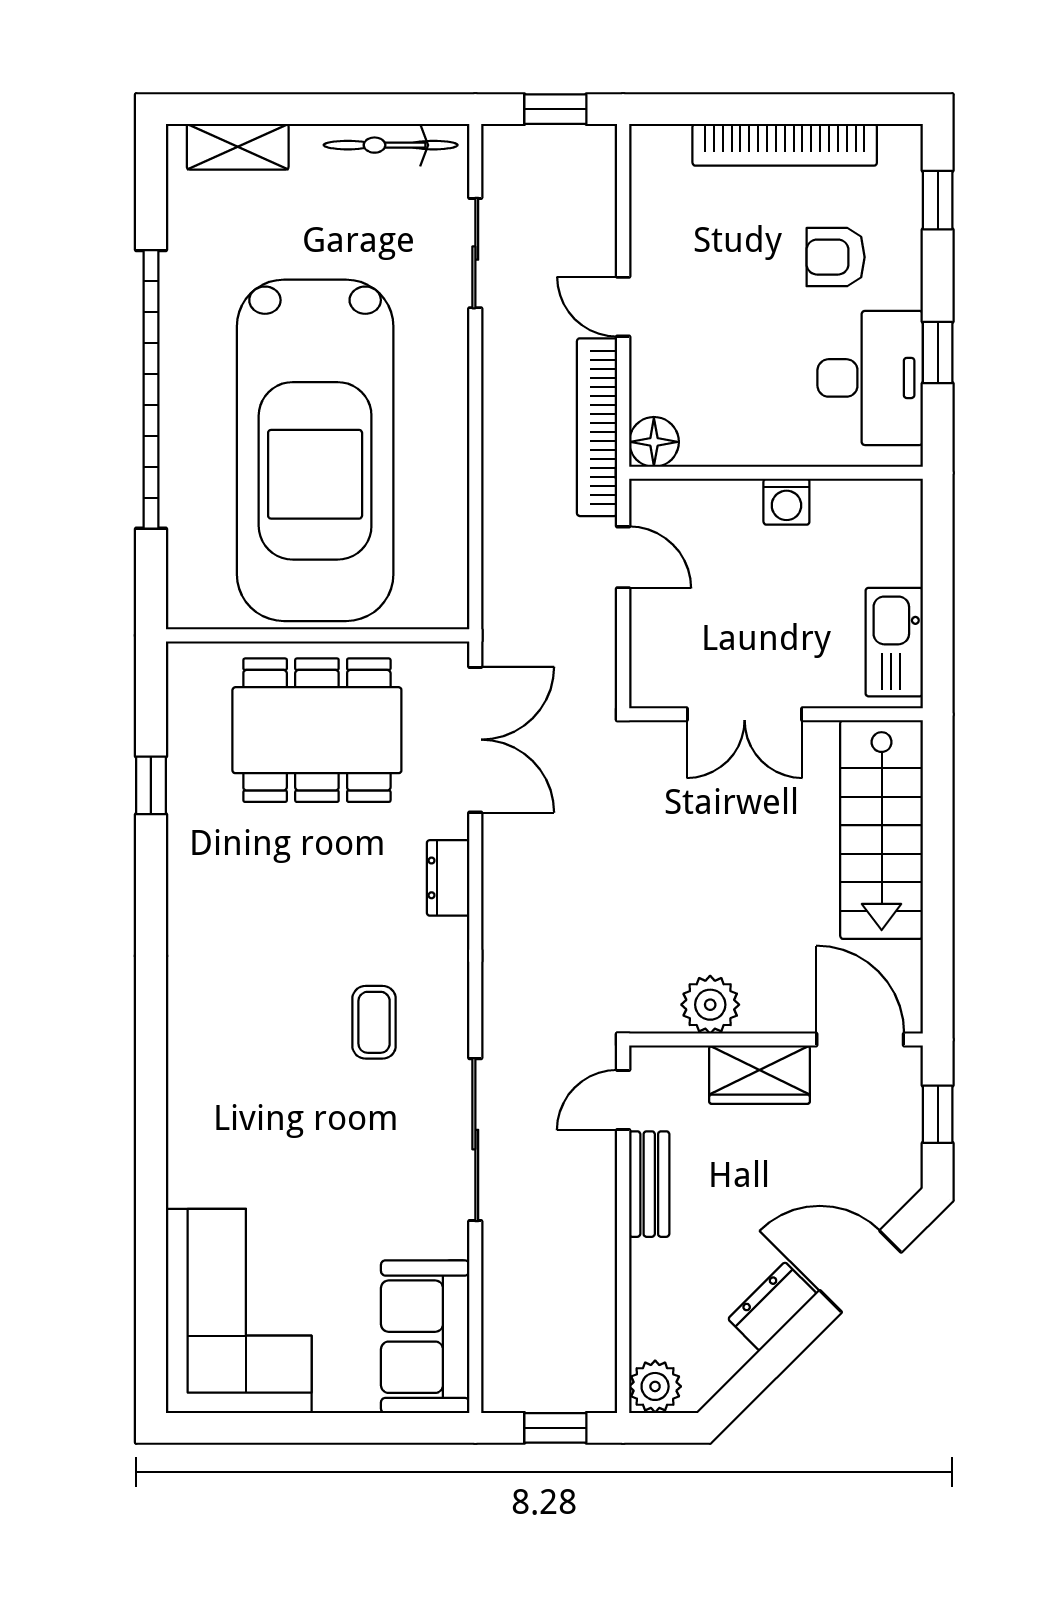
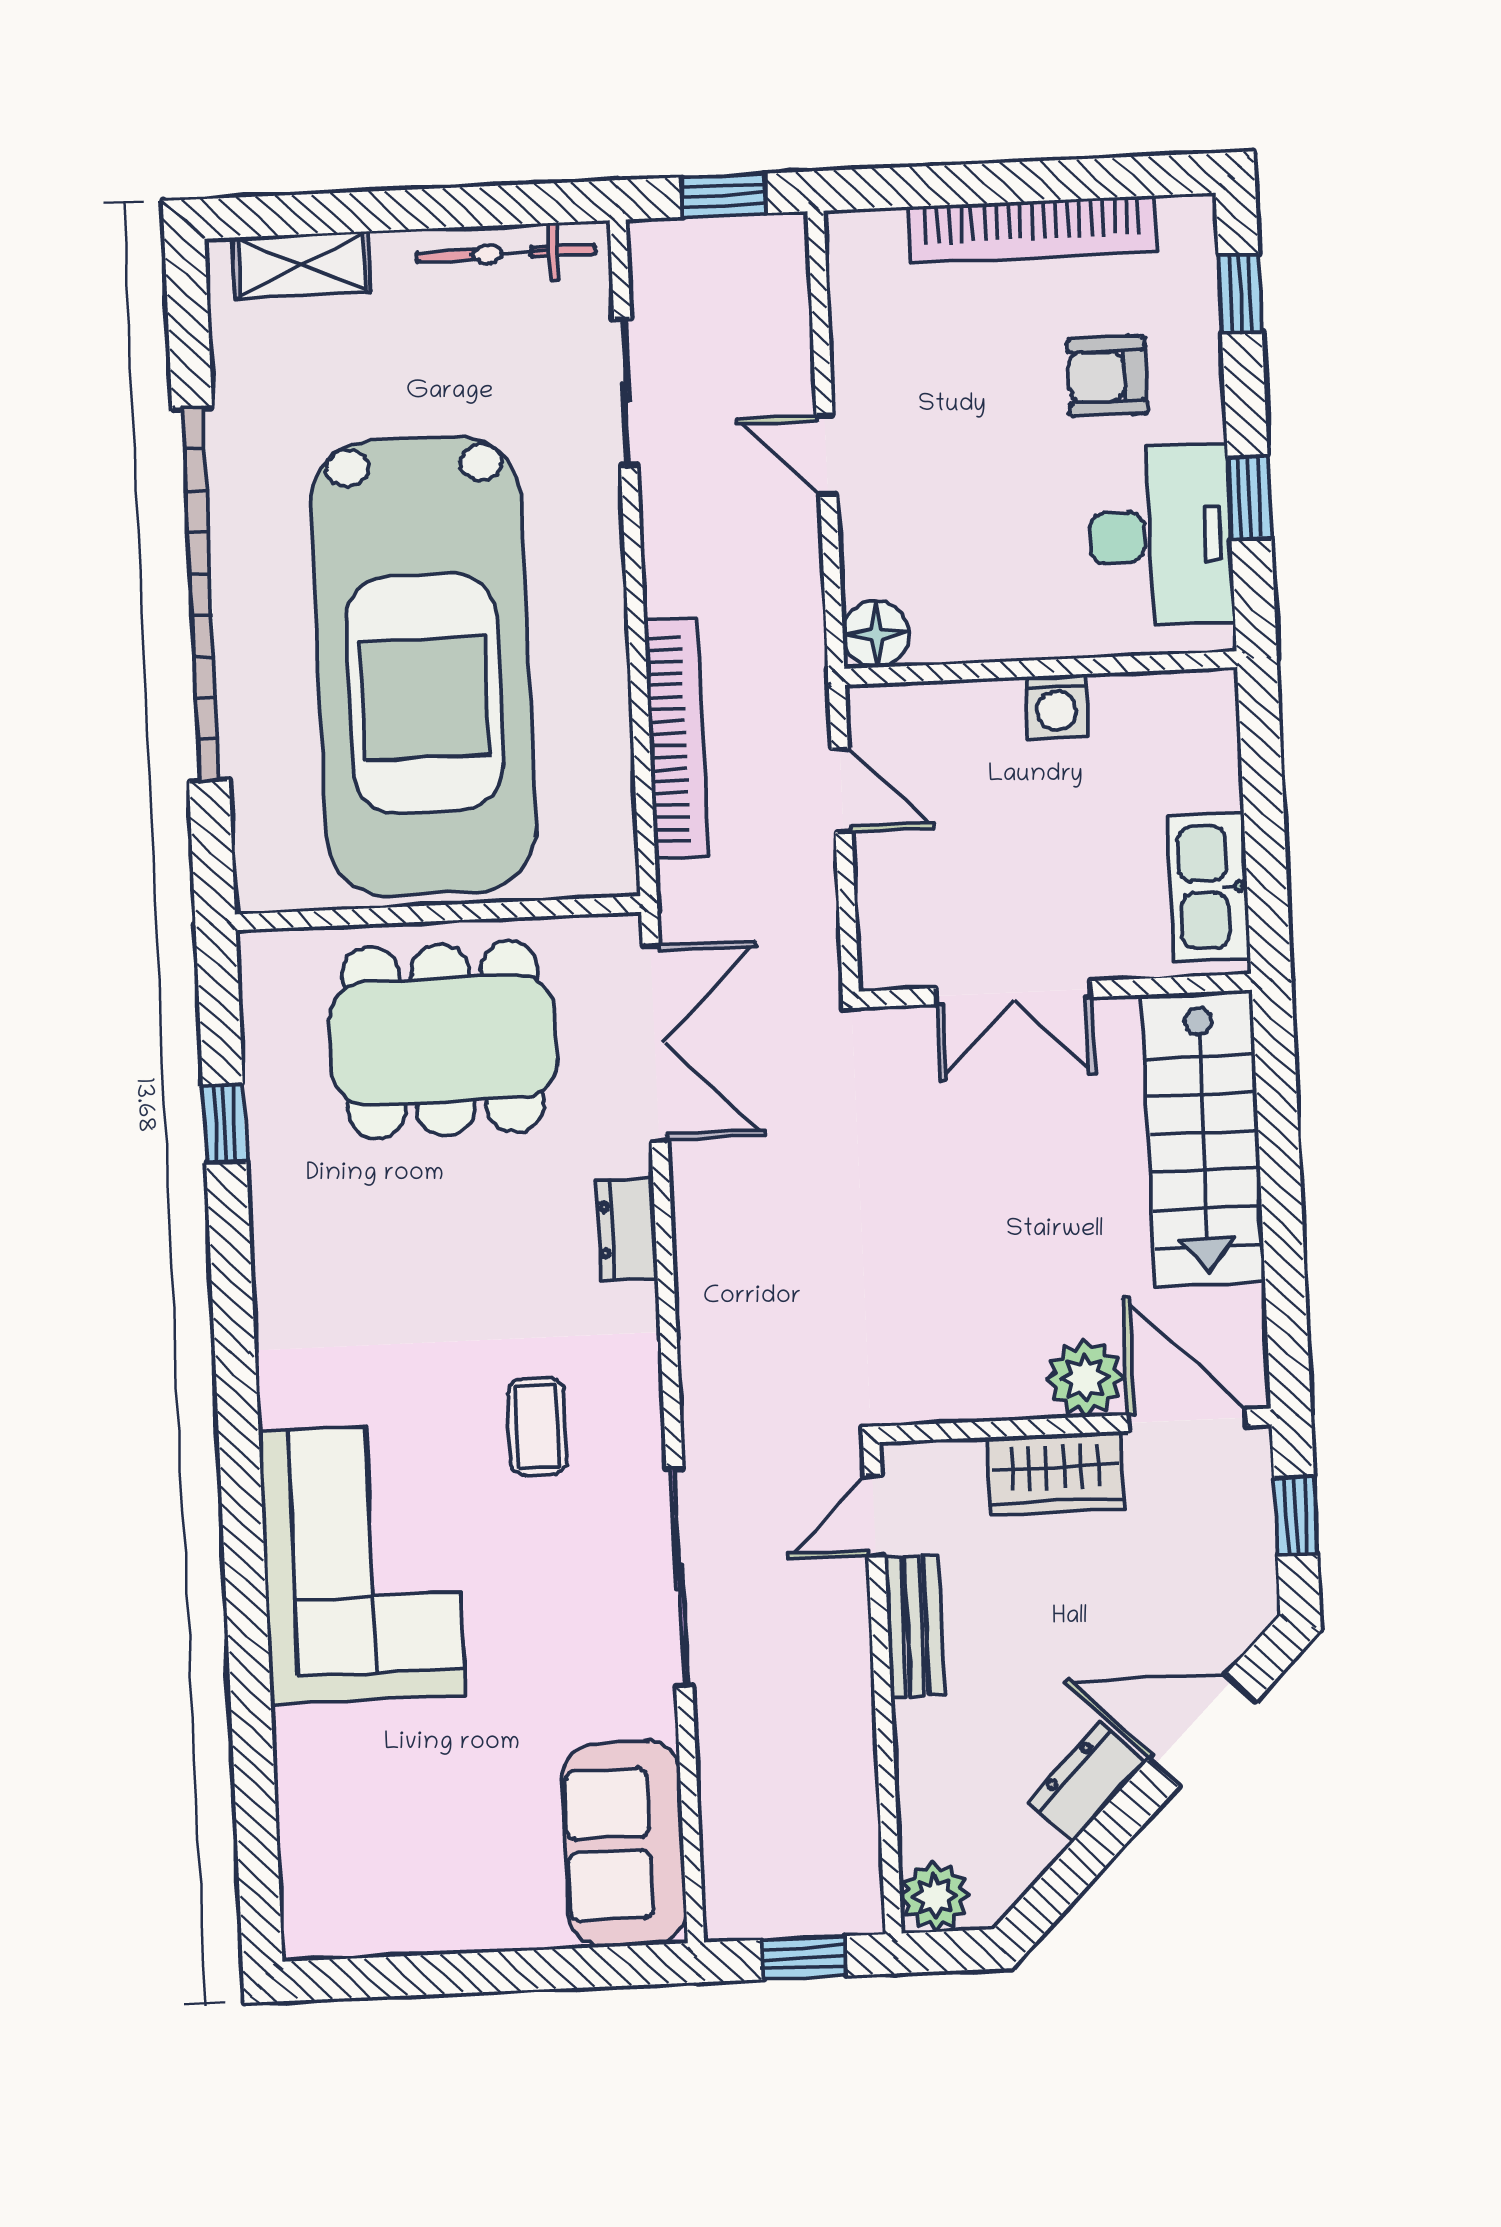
bookcase: (597, 427) -> (676, 739), moved, turned 180
plant: (710, 1005) -> (1085, 1378), moved
corner sofa: (239, 1311) -> (362, 1563), moved

